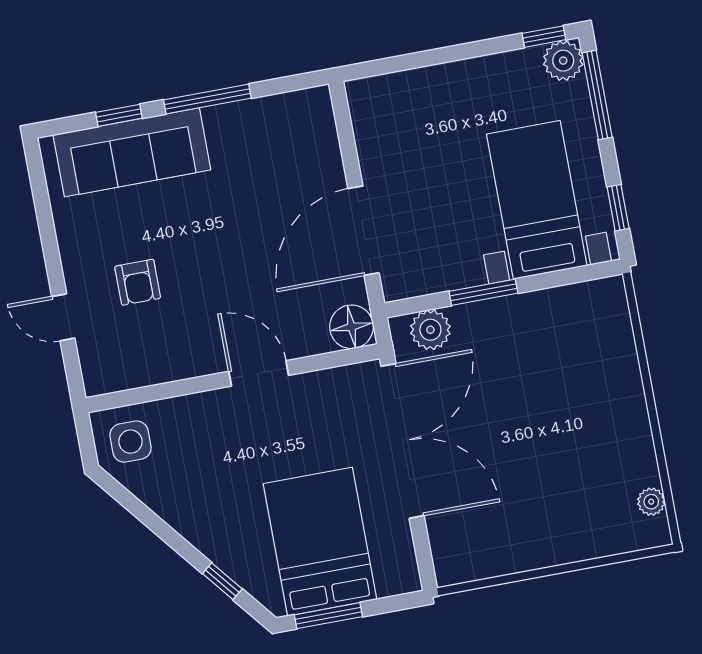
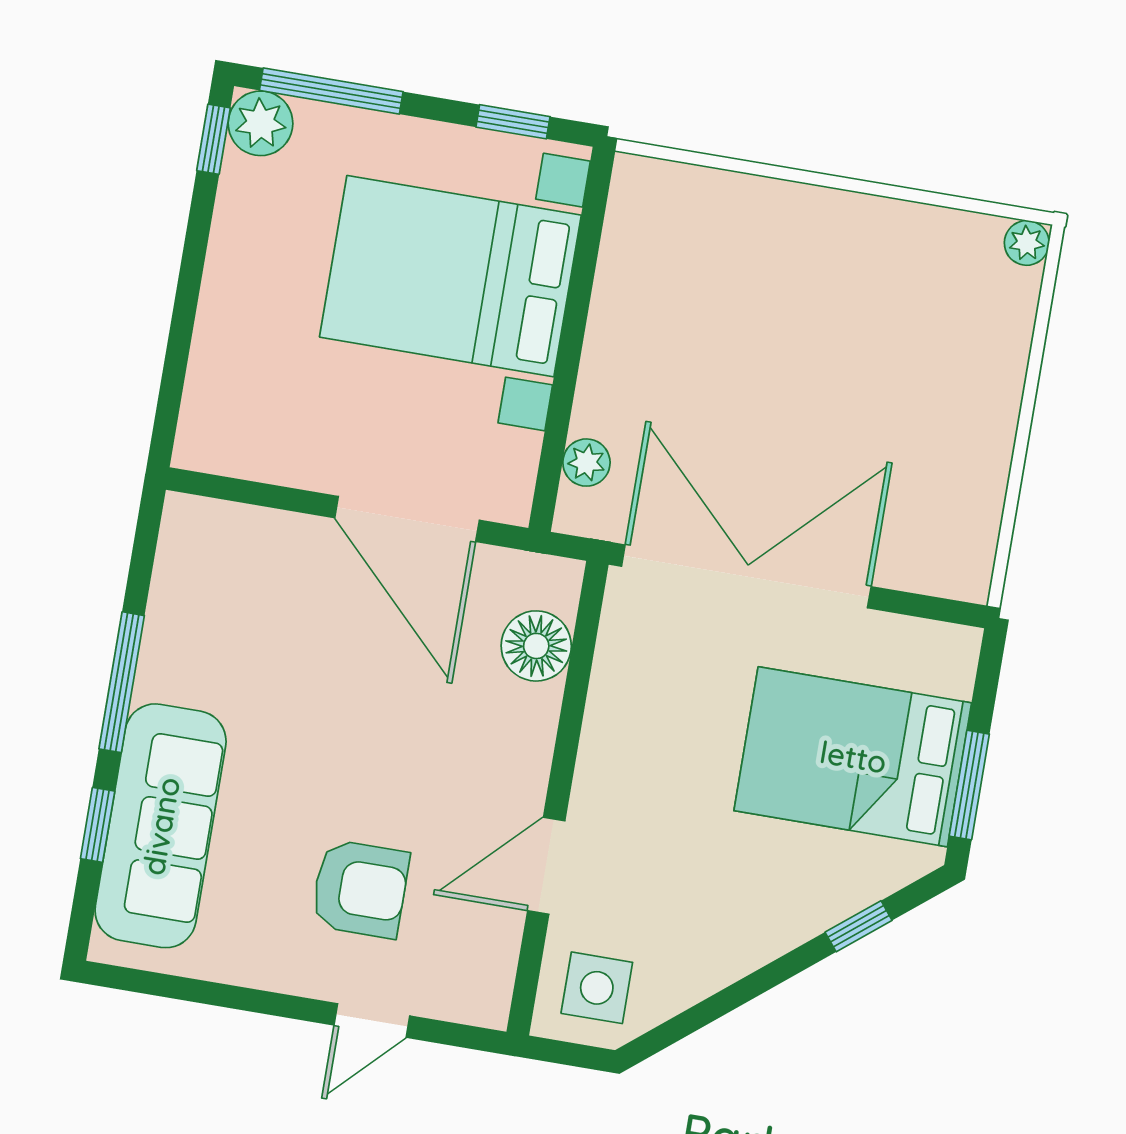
bed with nightstands: (537, 200) -> (450, 276), width x1.36
armchair: (138, 282) -> (360, 889), width x1.38, depth x1.38
window: (483, 292) -> (566, 372), removed
floor lamp: (351, 327) -> (536, 646), moved
plant: (430, 330) -> (586, 463), width x0.73, depth x0.73
door: (259, 373) -> (546, 866), moved
plant: (651, 502) -> (1027, 243), moved

